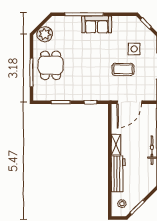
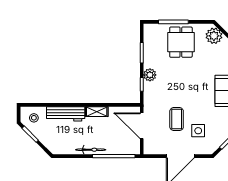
dining table: (51, 65) -> (181, 42), turned 90
plant: (81, 95) -> (150, 75), added

